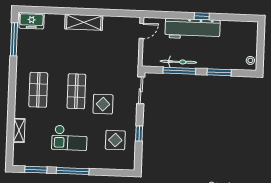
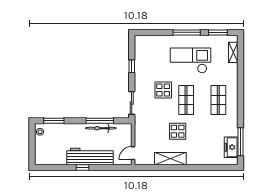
freezer: (32, 21) -> (231, 147), moved, turned -90
shelving: (84, 22) -> (170, 159), moved
window: (219, 72) -> (54, 121), moved
shelving: (19, 130) -> (233, 52), moved
checkout: (69, 138) -> (190, 60), width x1.36, depth x1.21
display table: (115, 140) -> (178, 131), moved

